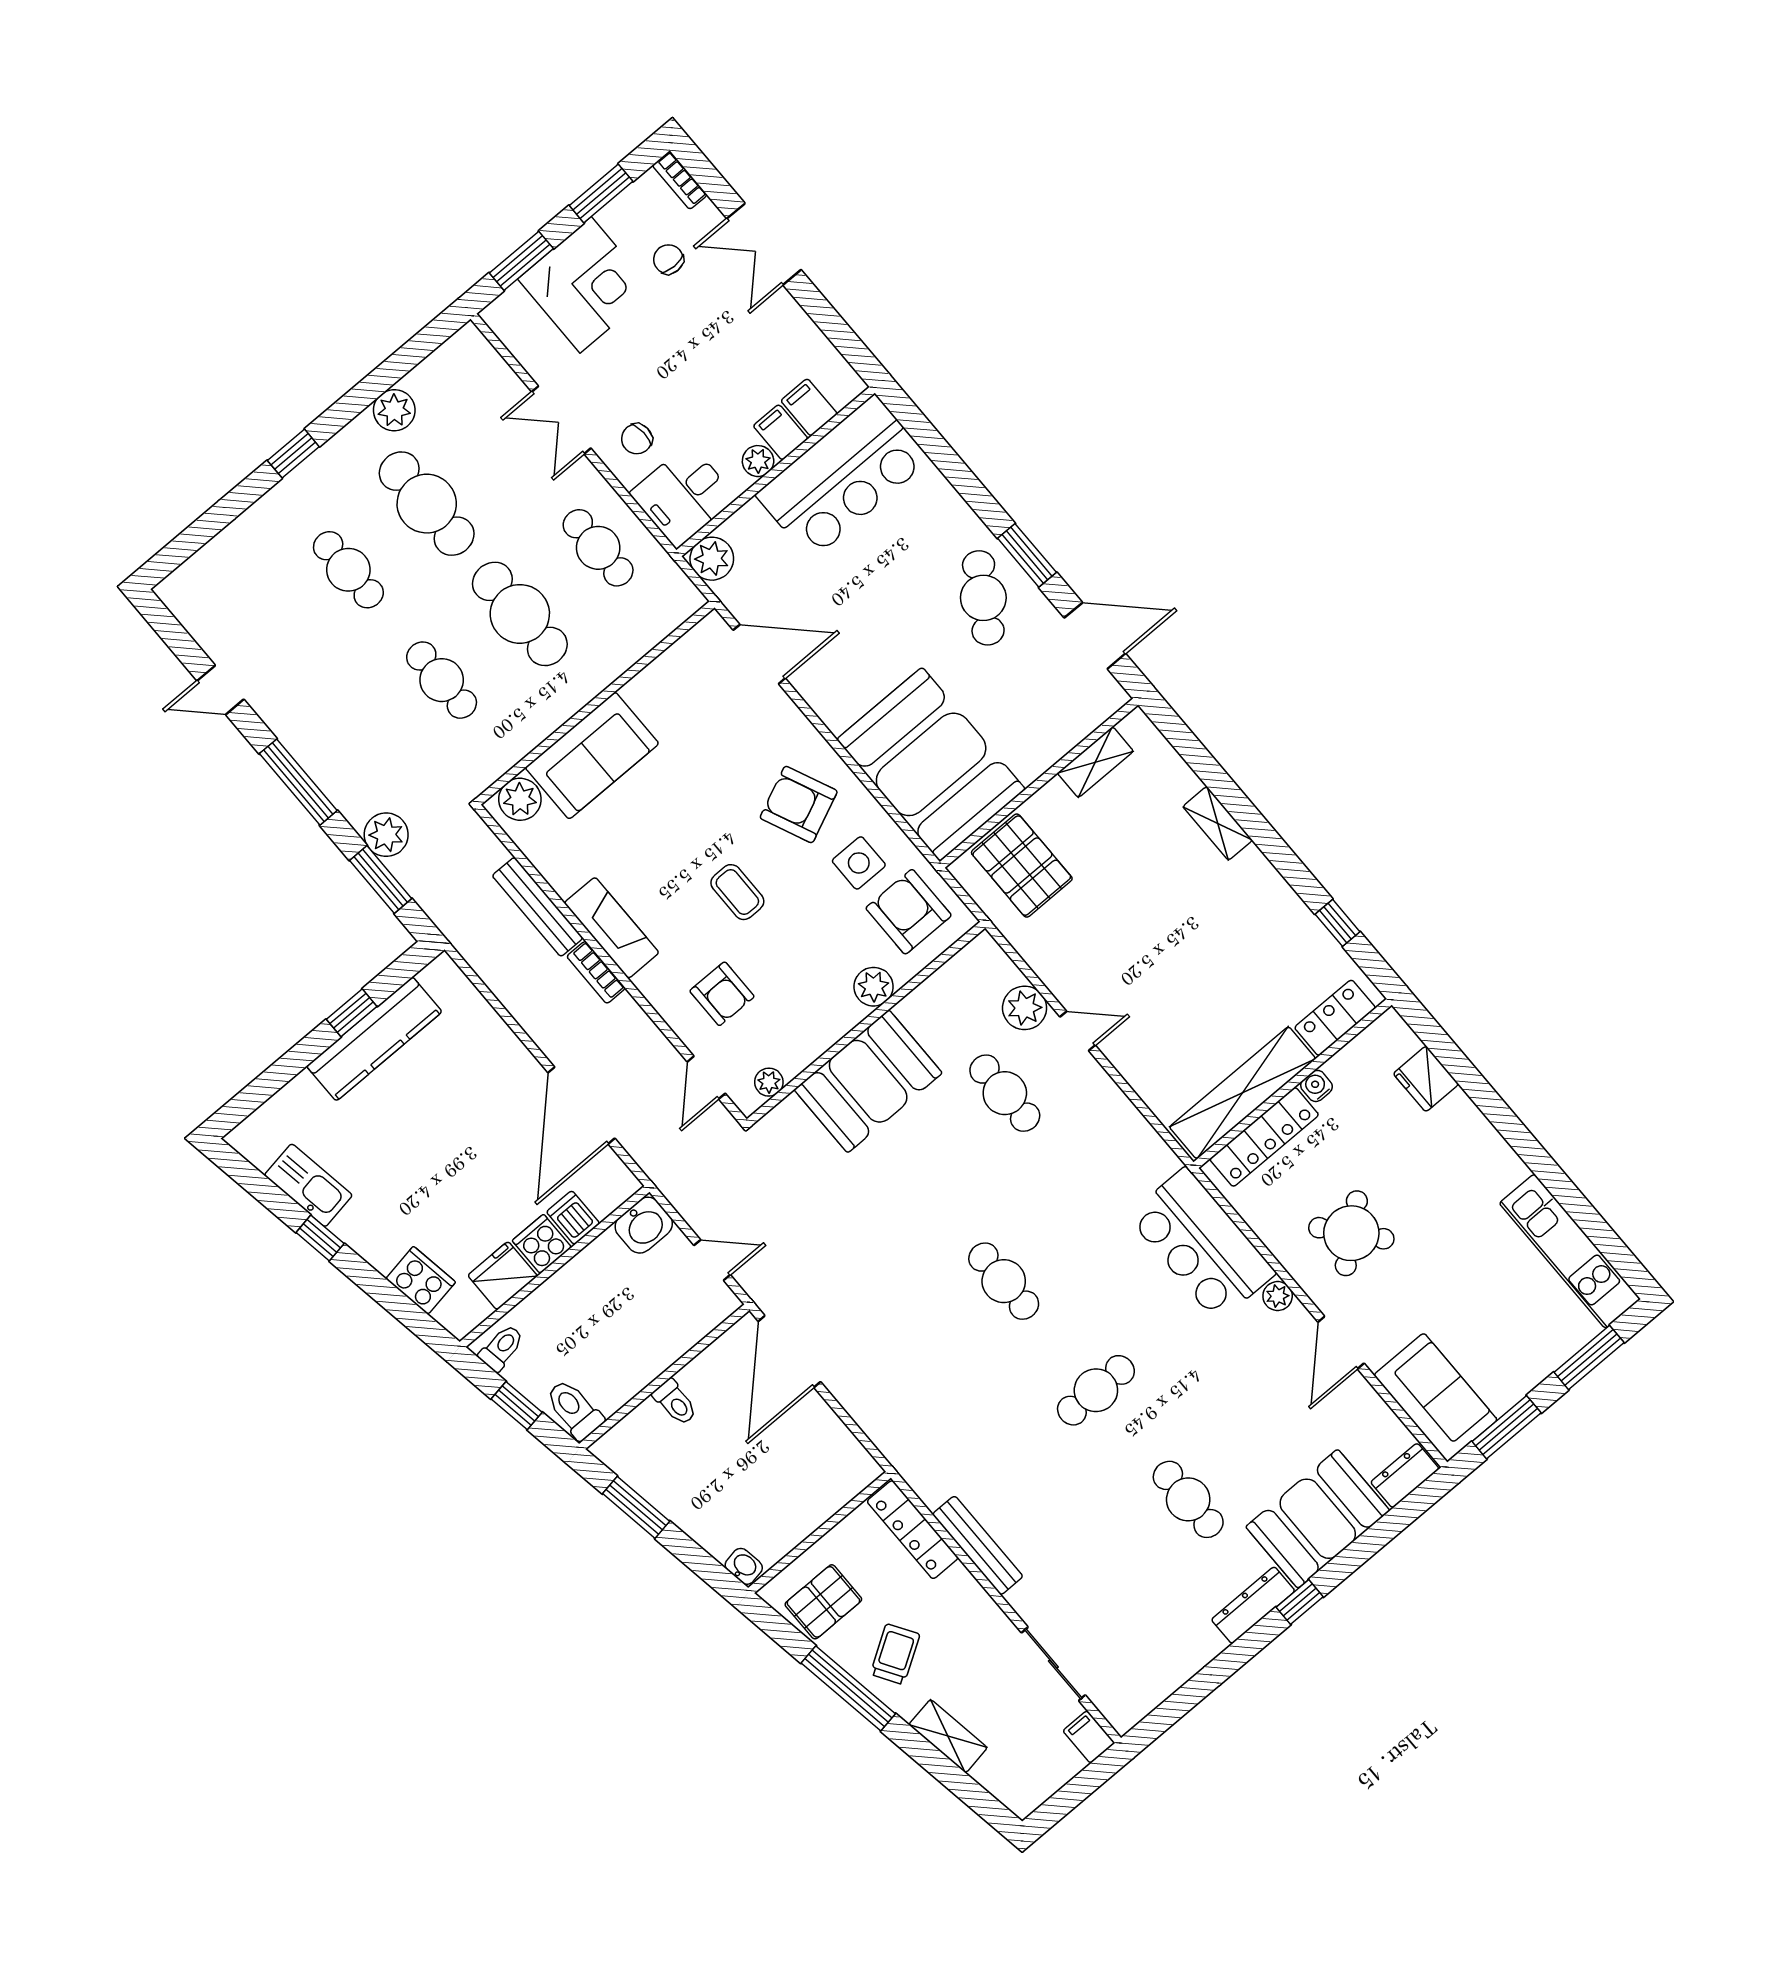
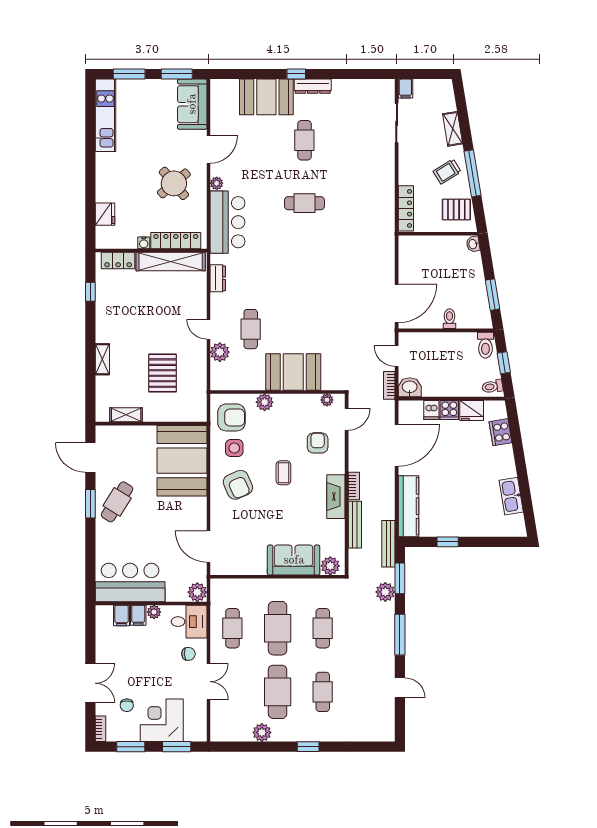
pallet: (1022, 866) -> (163, 373), moved
armchair: (909, 912) -> (231, 417), turned -90
kitchen counter: (374, 1039) -> (408, 506), moved, turned 90
bookcase: (682, 1199) -> (389, 385), added
window: (320, 1238) -> (522, 475), removed
cafe table: (1004, 1281) -> (304, 266), removed
dresser: (1405, 1476) -> (218, 278), moved, turned -90
bench: (978, 1545) -> (388, 544), moved

